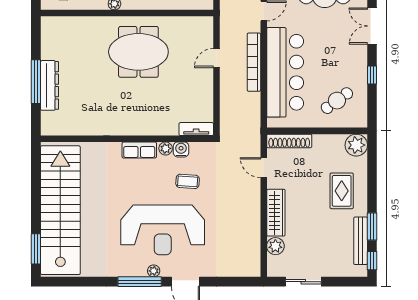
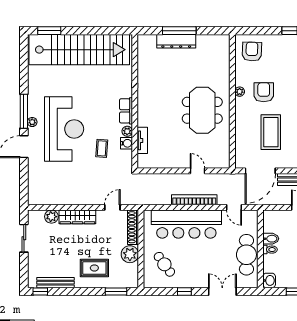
tv unit: (196, 129) -> (142, 140), moved
plant: (356, 145) -> (130, 254), moved
window: (372, 227) -> (116, 292), moved
reception desk: (163, 230) -> (64, 129), turned 180

